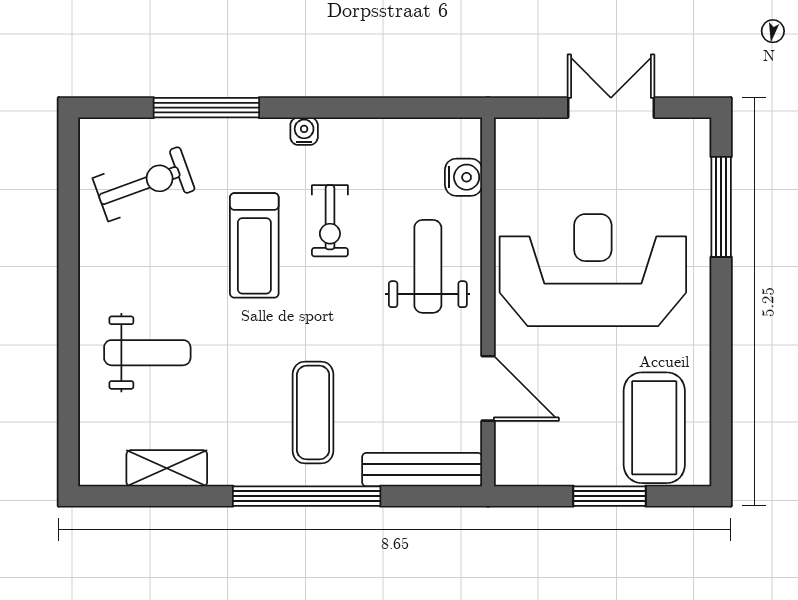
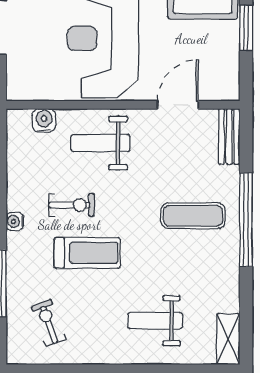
exercise bike: (144, 184) -> (48, 323), width x0.73, depth x0.72
weight bench: (147, 353) -> (155, 321), turned -90
shelving: (167, 468) -> (228, 339), moved
bench: (422, 470) -> (229, 137), width x0.73

